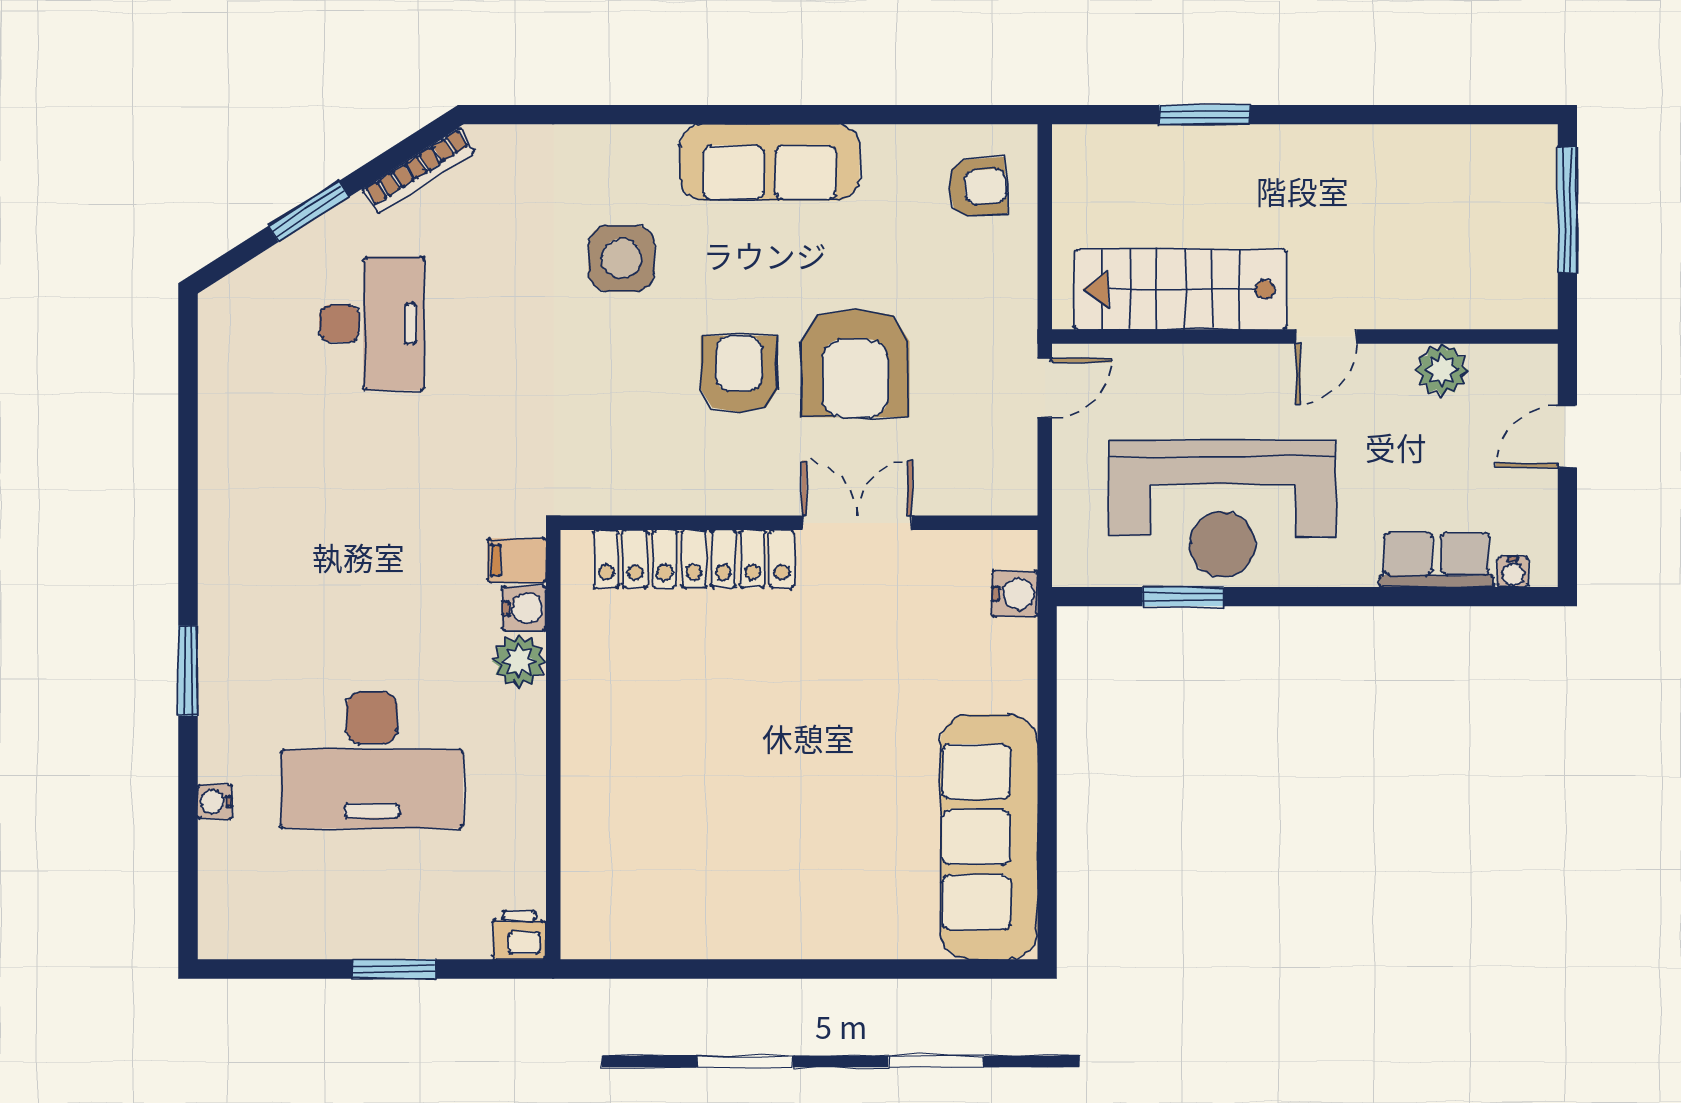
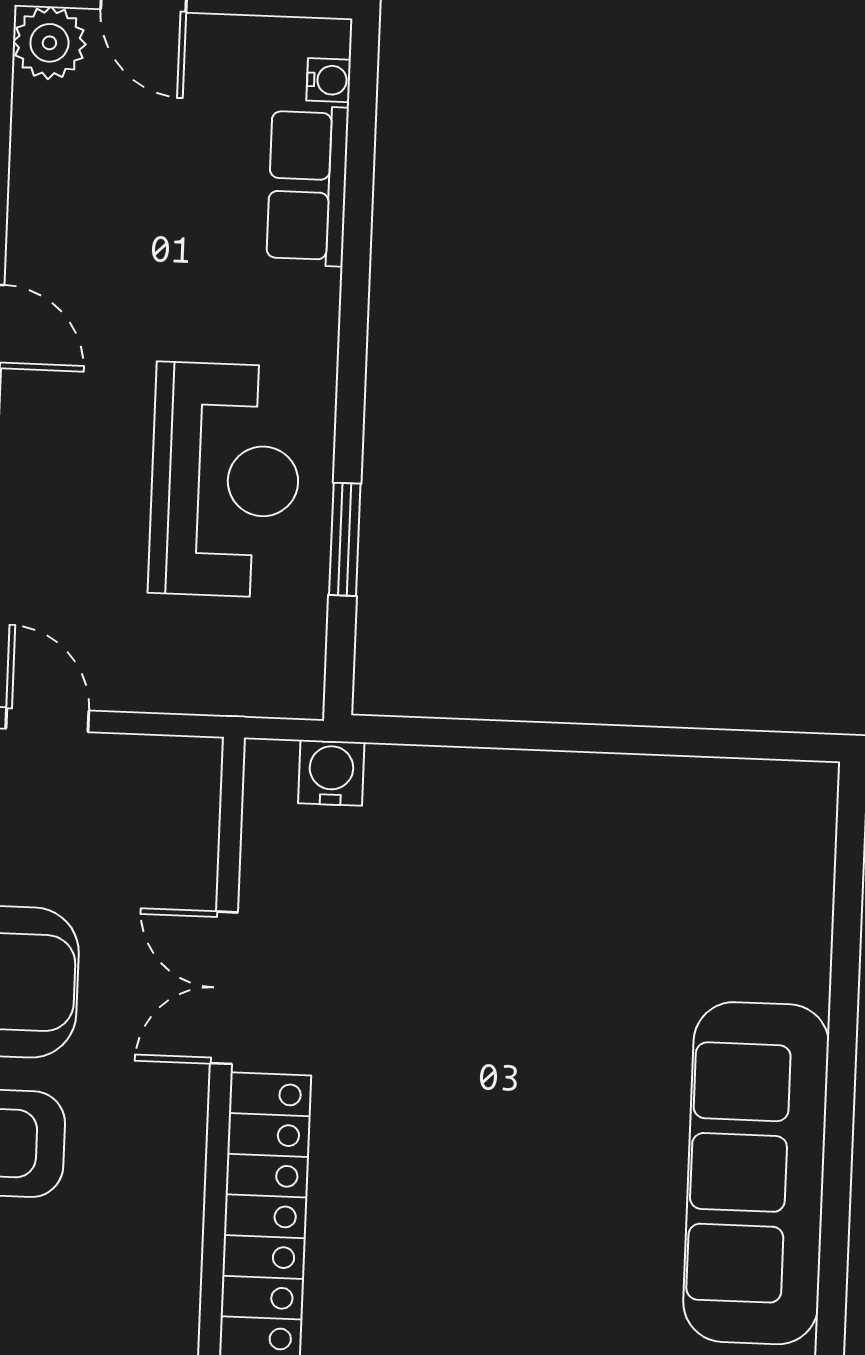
plant: (1442, 370) -> (49, 43), moved
reception desk: (1222, 509) -> (225, 480), width x0.74, depth x0.77
sofa: (989, 837) -> (756, 1173), moved, turned 90

